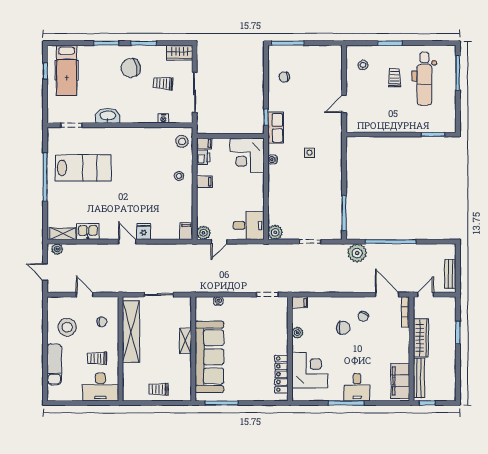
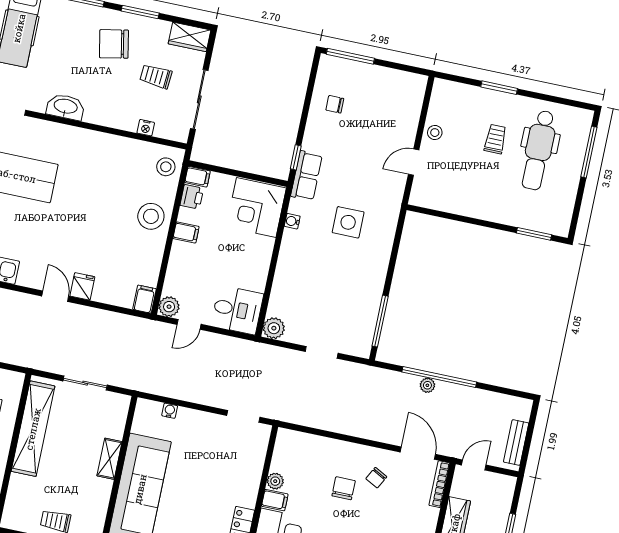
stool: (363, 65) -> (435, 133), moved
side table: (309, 153) -> (348, 222), width x1.87, depth x1.87
stool: (179, 176) -> (151, 216), width x1.89, depth x1.89
plant: (357, 253) -> (427, 385), moved, width x0.53, depth x0.53
filing cabinet: (300, 302) -> (275, 500), moved
chair: (343, 328) -> (344, 488), turned -90

